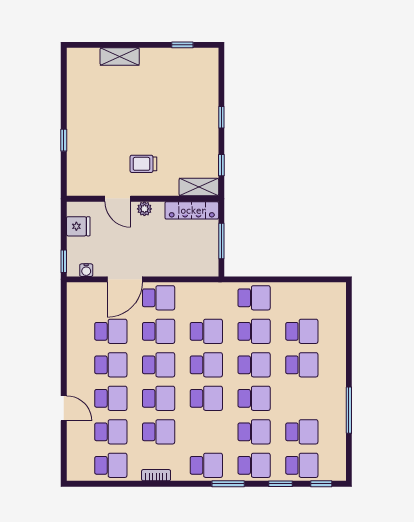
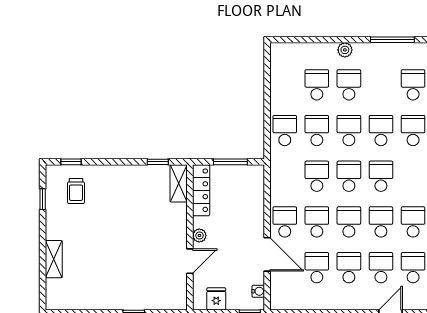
window: (221, 117) -> (71, 162), moved
trolley: (143, 164) -> (76, 191), moved
plant: (338, 361) -> (345, 50), added

